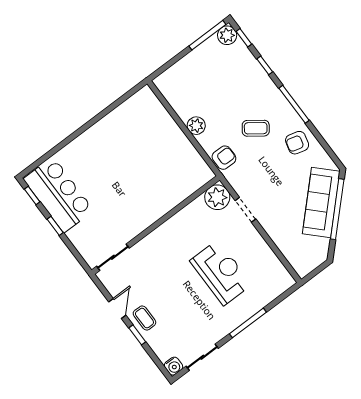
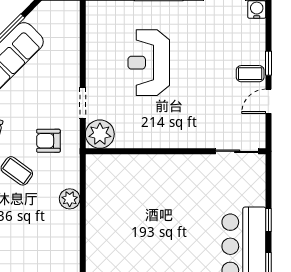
plant: (196, 126) -> (70, 199), moved
armchair: (224, 158) -> (48, 141), moved
coffee table: (144, 318) -> (250, 74), turned 90

